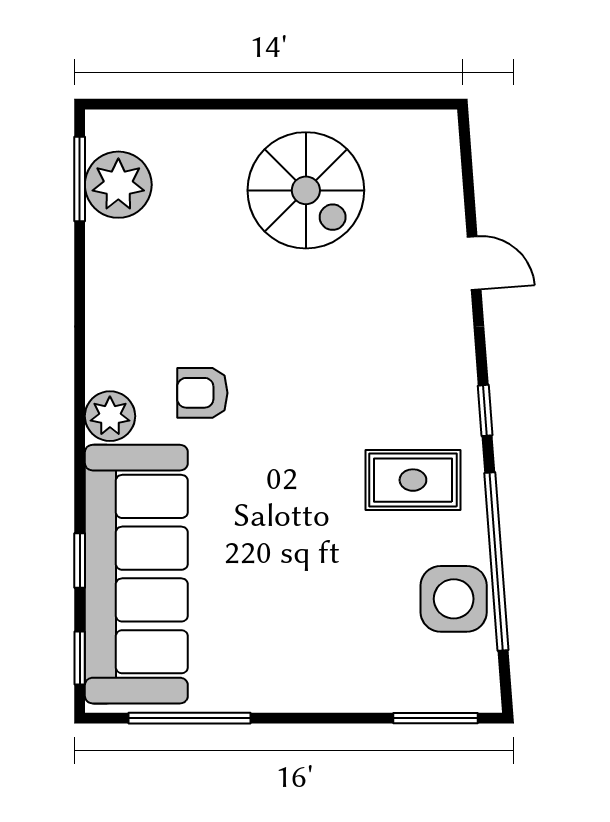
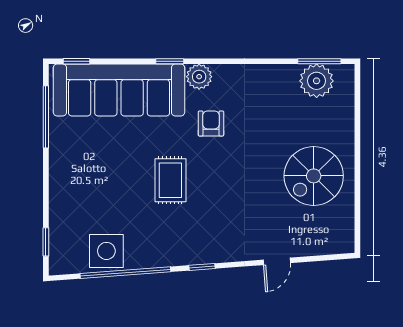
rug: (413, 480) -> (170, 180), moved
window: (80, 560) -> (170, 61), moved
window: (436, 718) -> (46, 242), width x0.67

